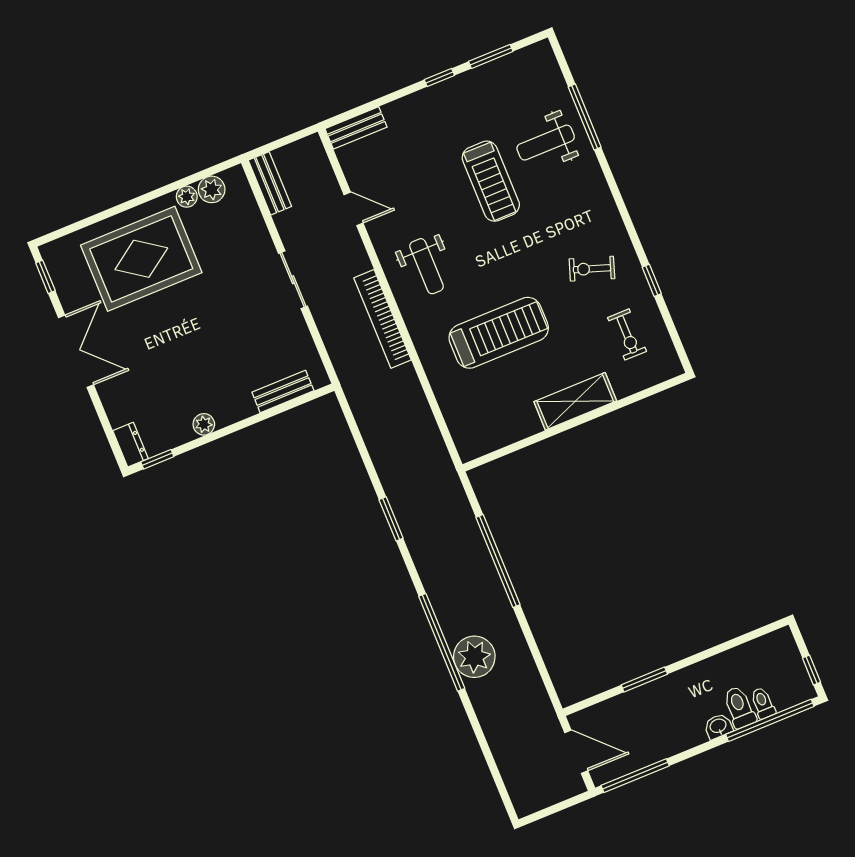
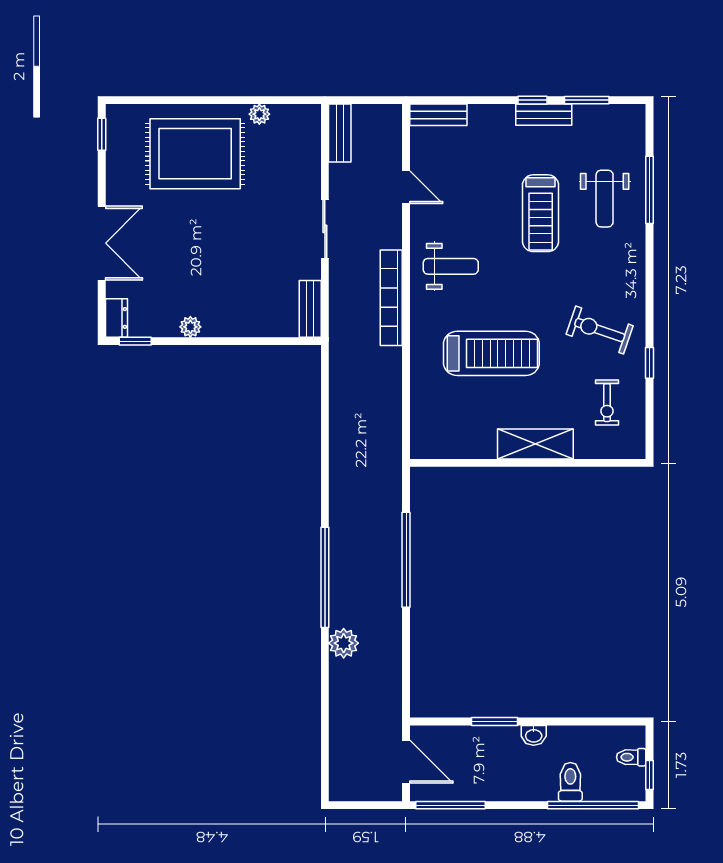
bench: (456, 87) -> (544, 115), added
weight bench: (546, 143) -> (605, 199), turned -90
plant: (212, 189) -> (285, 117), removed
weight bench: (426, 266) -> (451, 266), turned -90
exercise bike: (592, 269) -> (600, 330), width x1.38, depth x1.39
double door: (76, 351) -> (102, 243), moved
bench: (283, 391) -> (310, 309), moved, turned 90
window: (391, 519) -> (325, 482), removed
window: (442, 642) -> (325, 577), moved
plant: (474, 657) -> (344, 643), width x0.73, depth x0.73
toilet: (763, 703) -> (631, 757), moved, turned -90
washbasin: (718, 726) -> (534, 735), moved, turned 180

